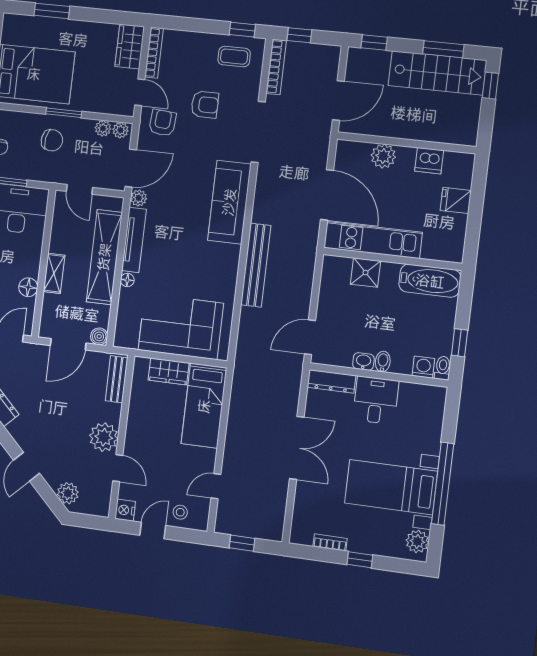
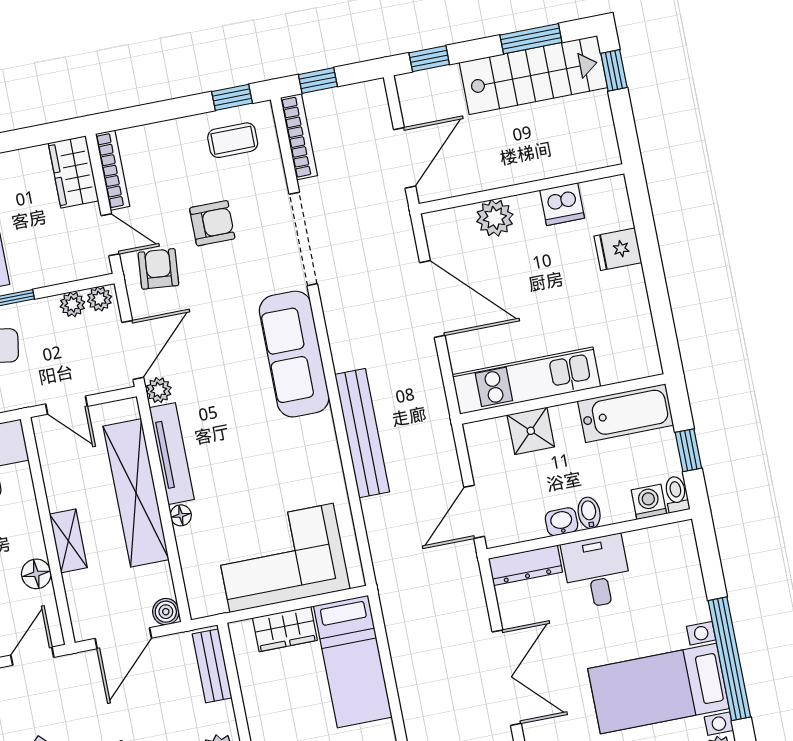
kitchen unit: (373, 240) -> (526, 381), moved
wall: (392, 259) -> (563, 399), moved
shower: (366, 273) -> (531, 431), moved
bathtub: (430, 281) -> (626, 413), moved

